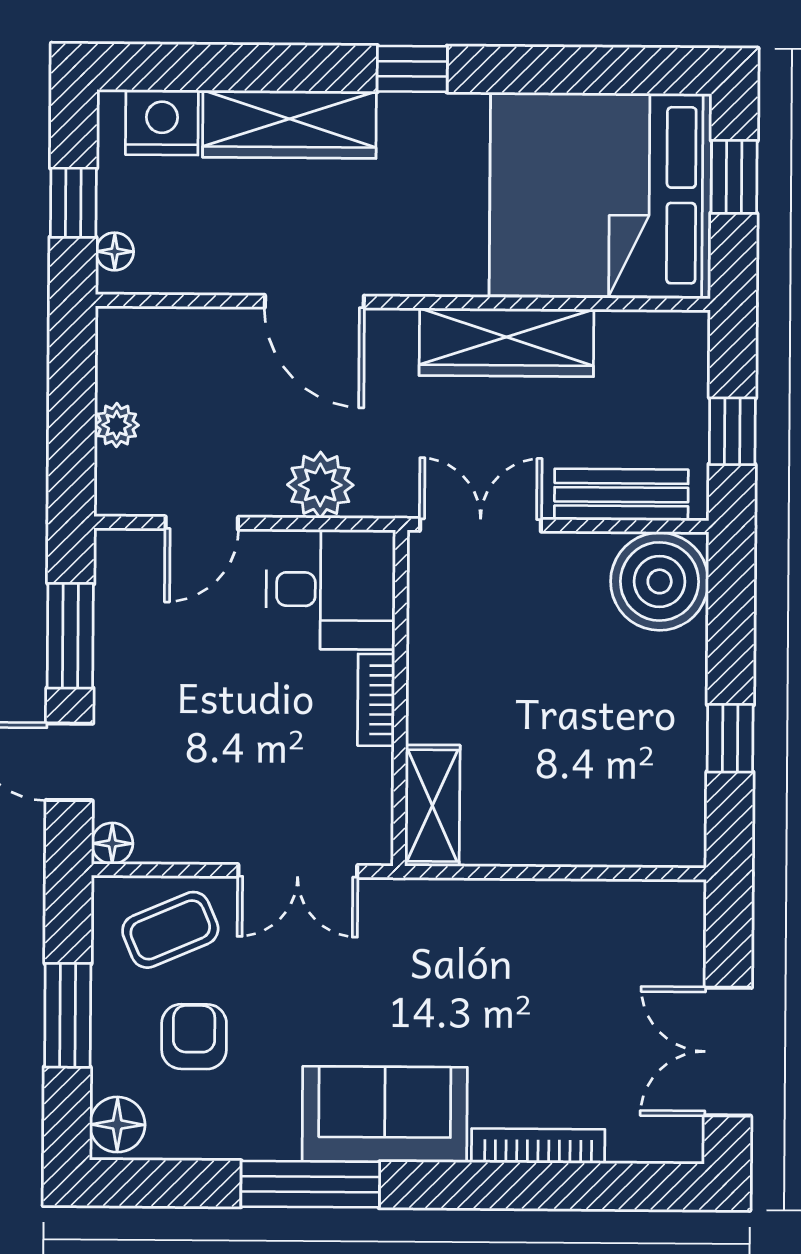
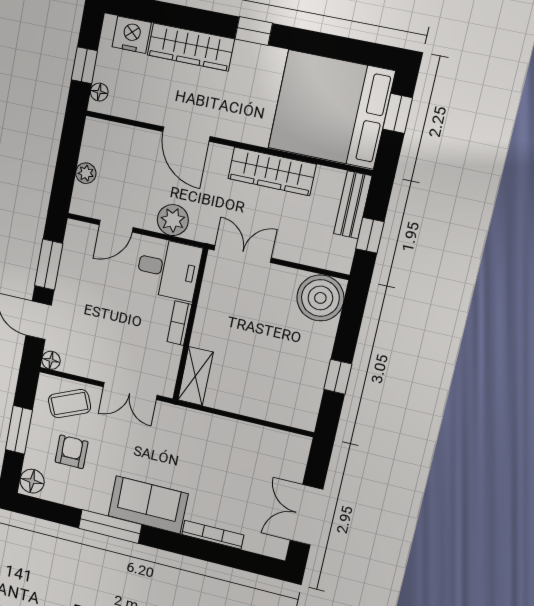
bench: (621, 495) -> (353, 205), moved, turned 90

